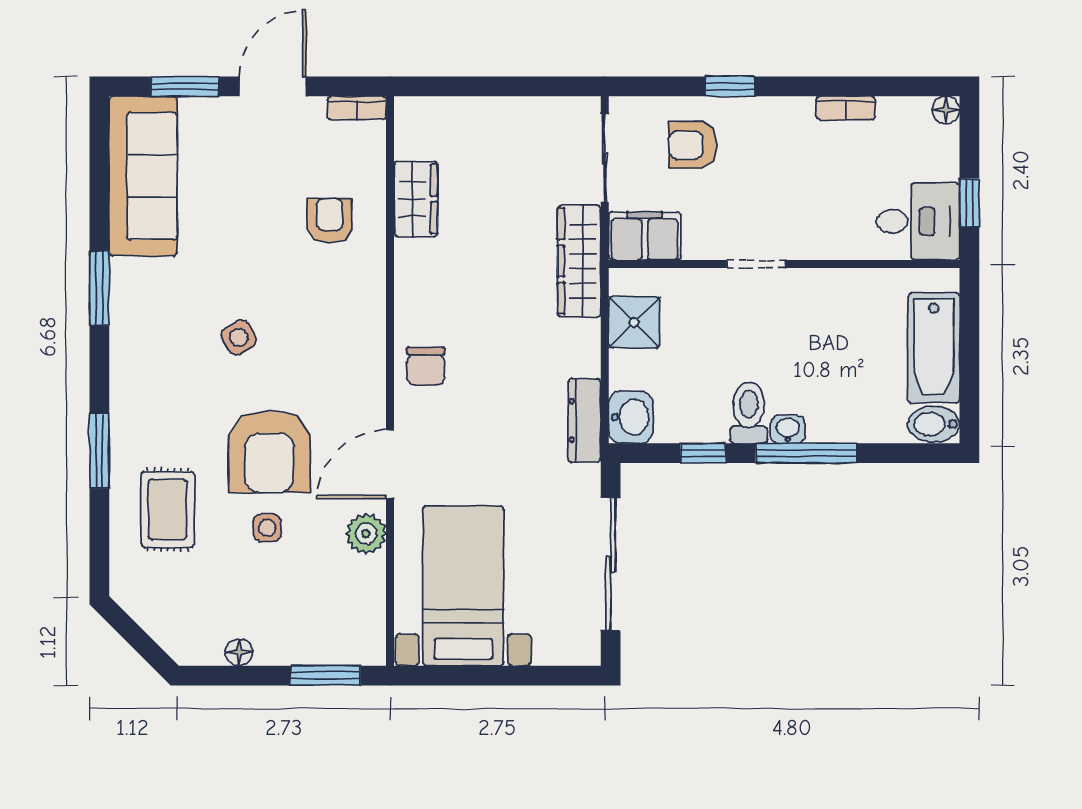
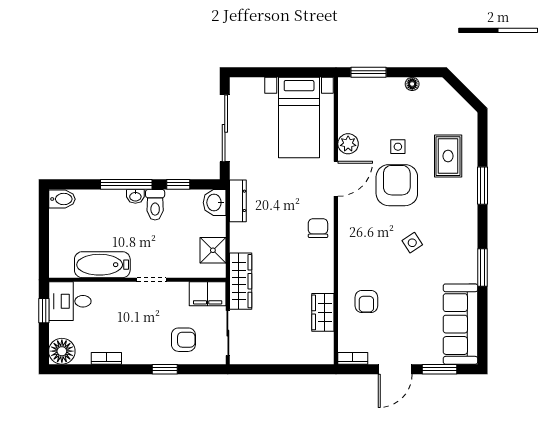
floor lamp: (946, 110) -> (62, 351), width x1.89, depth x1.89
bathtub: (934, 348) -> (102, 265), moved, turned -90

